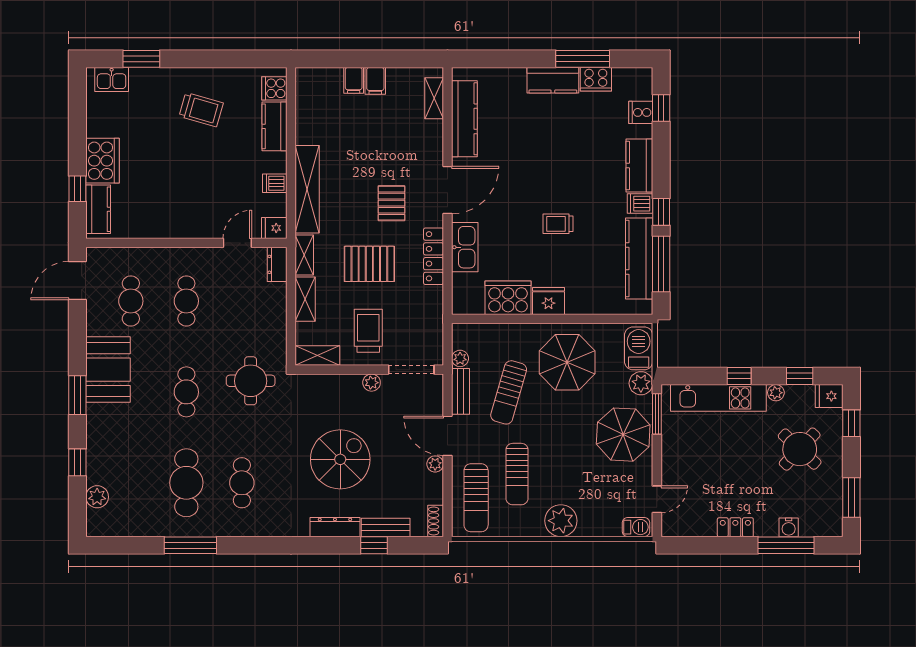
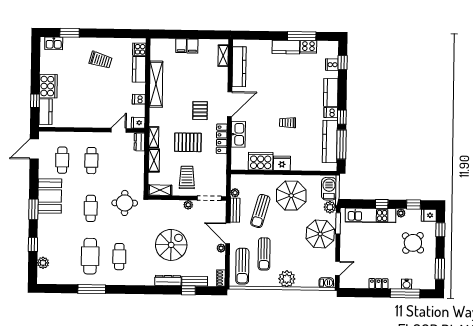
shelving: (307, 189) -> (156, 84), moved

